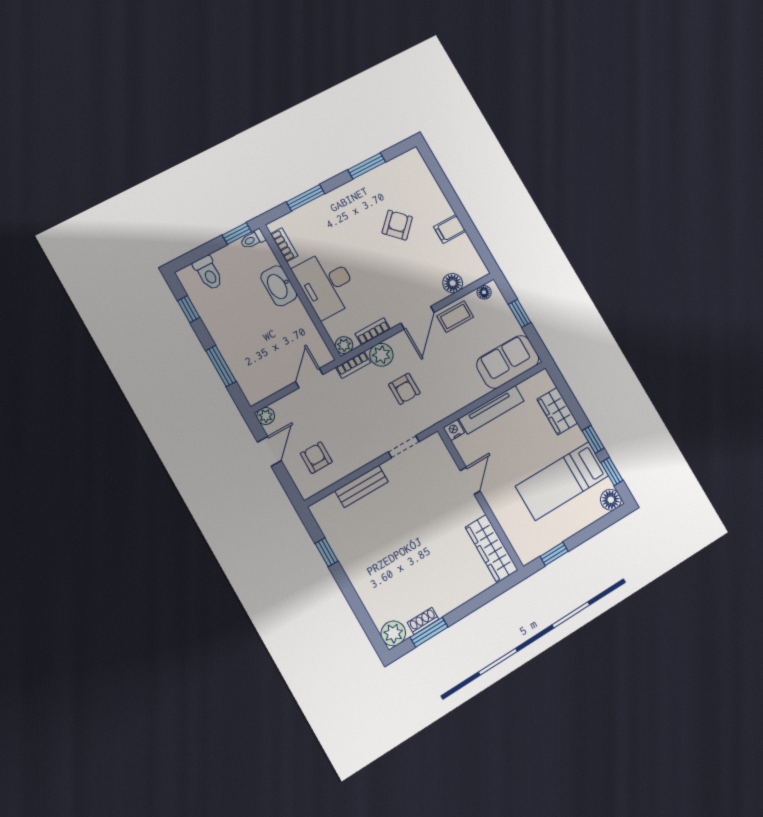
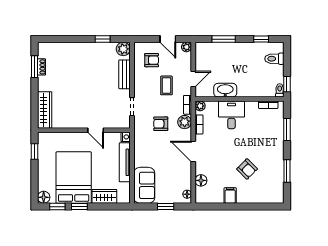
desk: (327, 284) -> (231, 115), width x0.73
washbasin: (279, 286) -> (225, 90), moved
coffee table: (455, 316) -> (166, 85), moved
door: (309, 378) -> (193, 79), hinge flipped
bed: (562, 481) -> (74, 178), width x1.50
wardrobe: (491, 549) -> (45, 110), moved, turned 90
plant: (393, 633) -> (123, 49), moved

